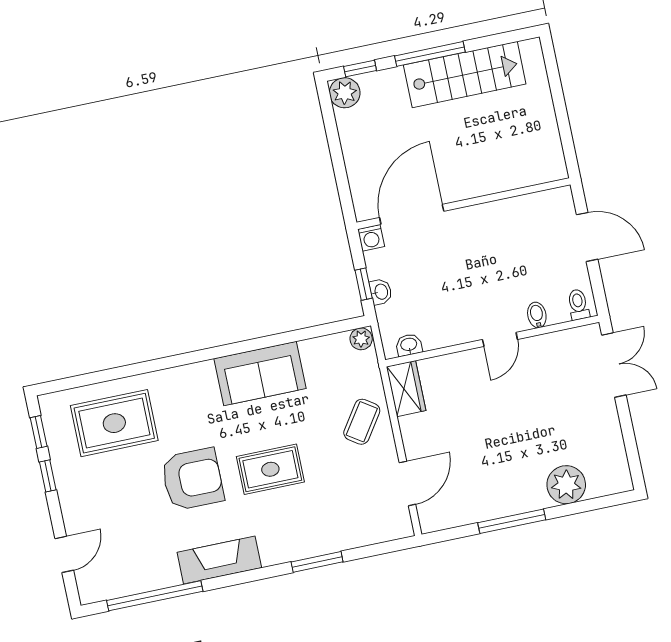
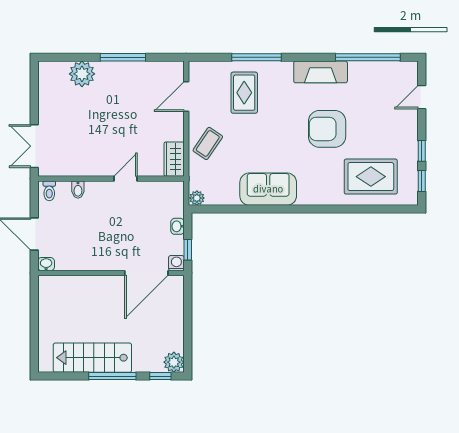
window: (364, 284) -> (188, 250), moved
door: (500, 339) -> (126, 179), moved
washbasin: (409, 345) -> (46, 264), moved, turned 180
rug: (270, 469) -> (244, 93), moved, turned 90
window: (317, 562) -> (256, 57), width x1.44

